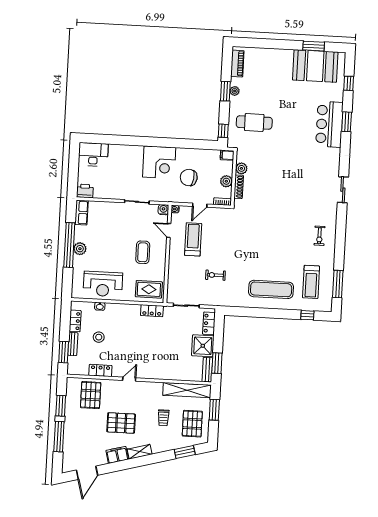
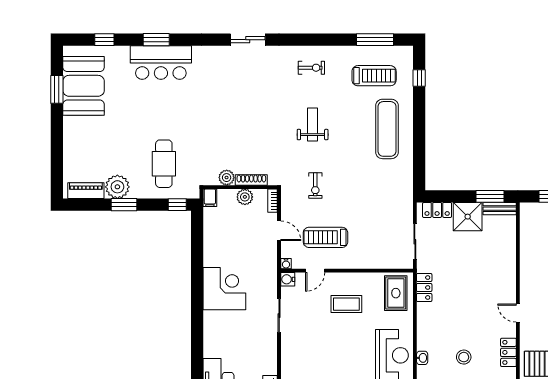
plant: (235, 91) -> (117, 187), width x1.88, depth x1.88
chair: (189, 178) -> (243, 248), removed
weight bench: (277, 234) -> (313, 125), added
exercise bike: (215, 275) -> (315, 186), moved
shelving: (187, 390) -> (528, 235), removed

